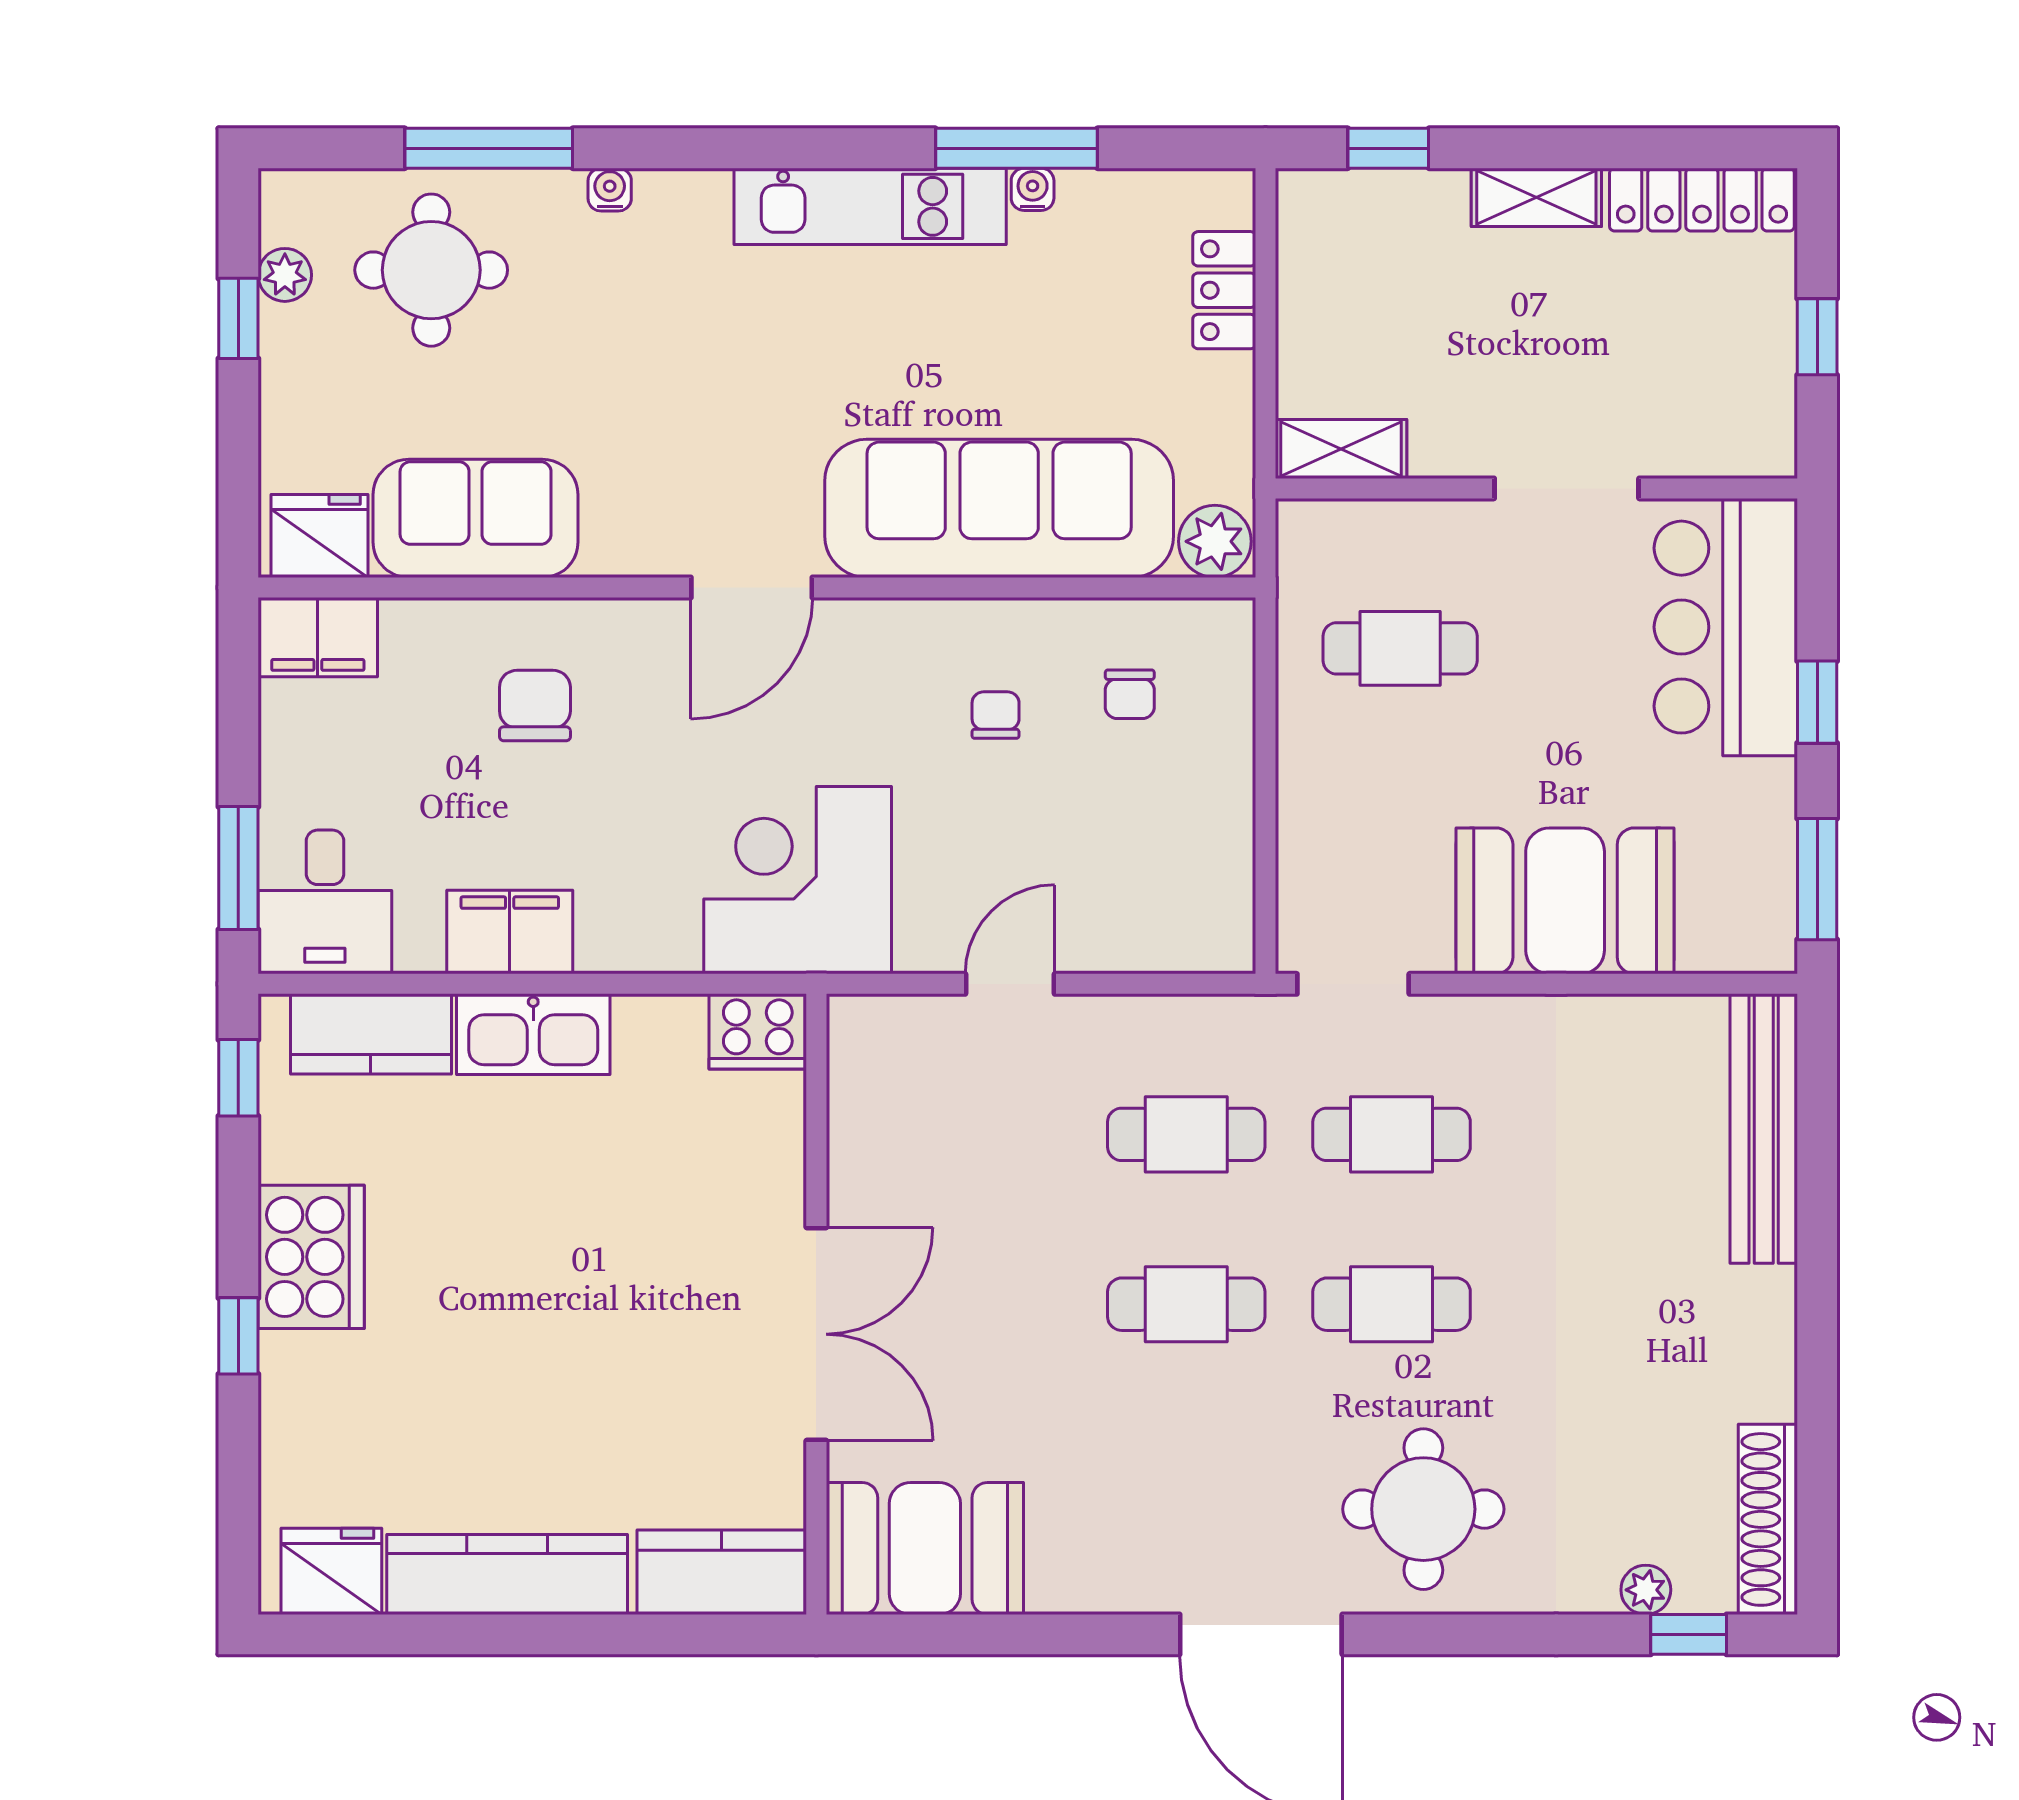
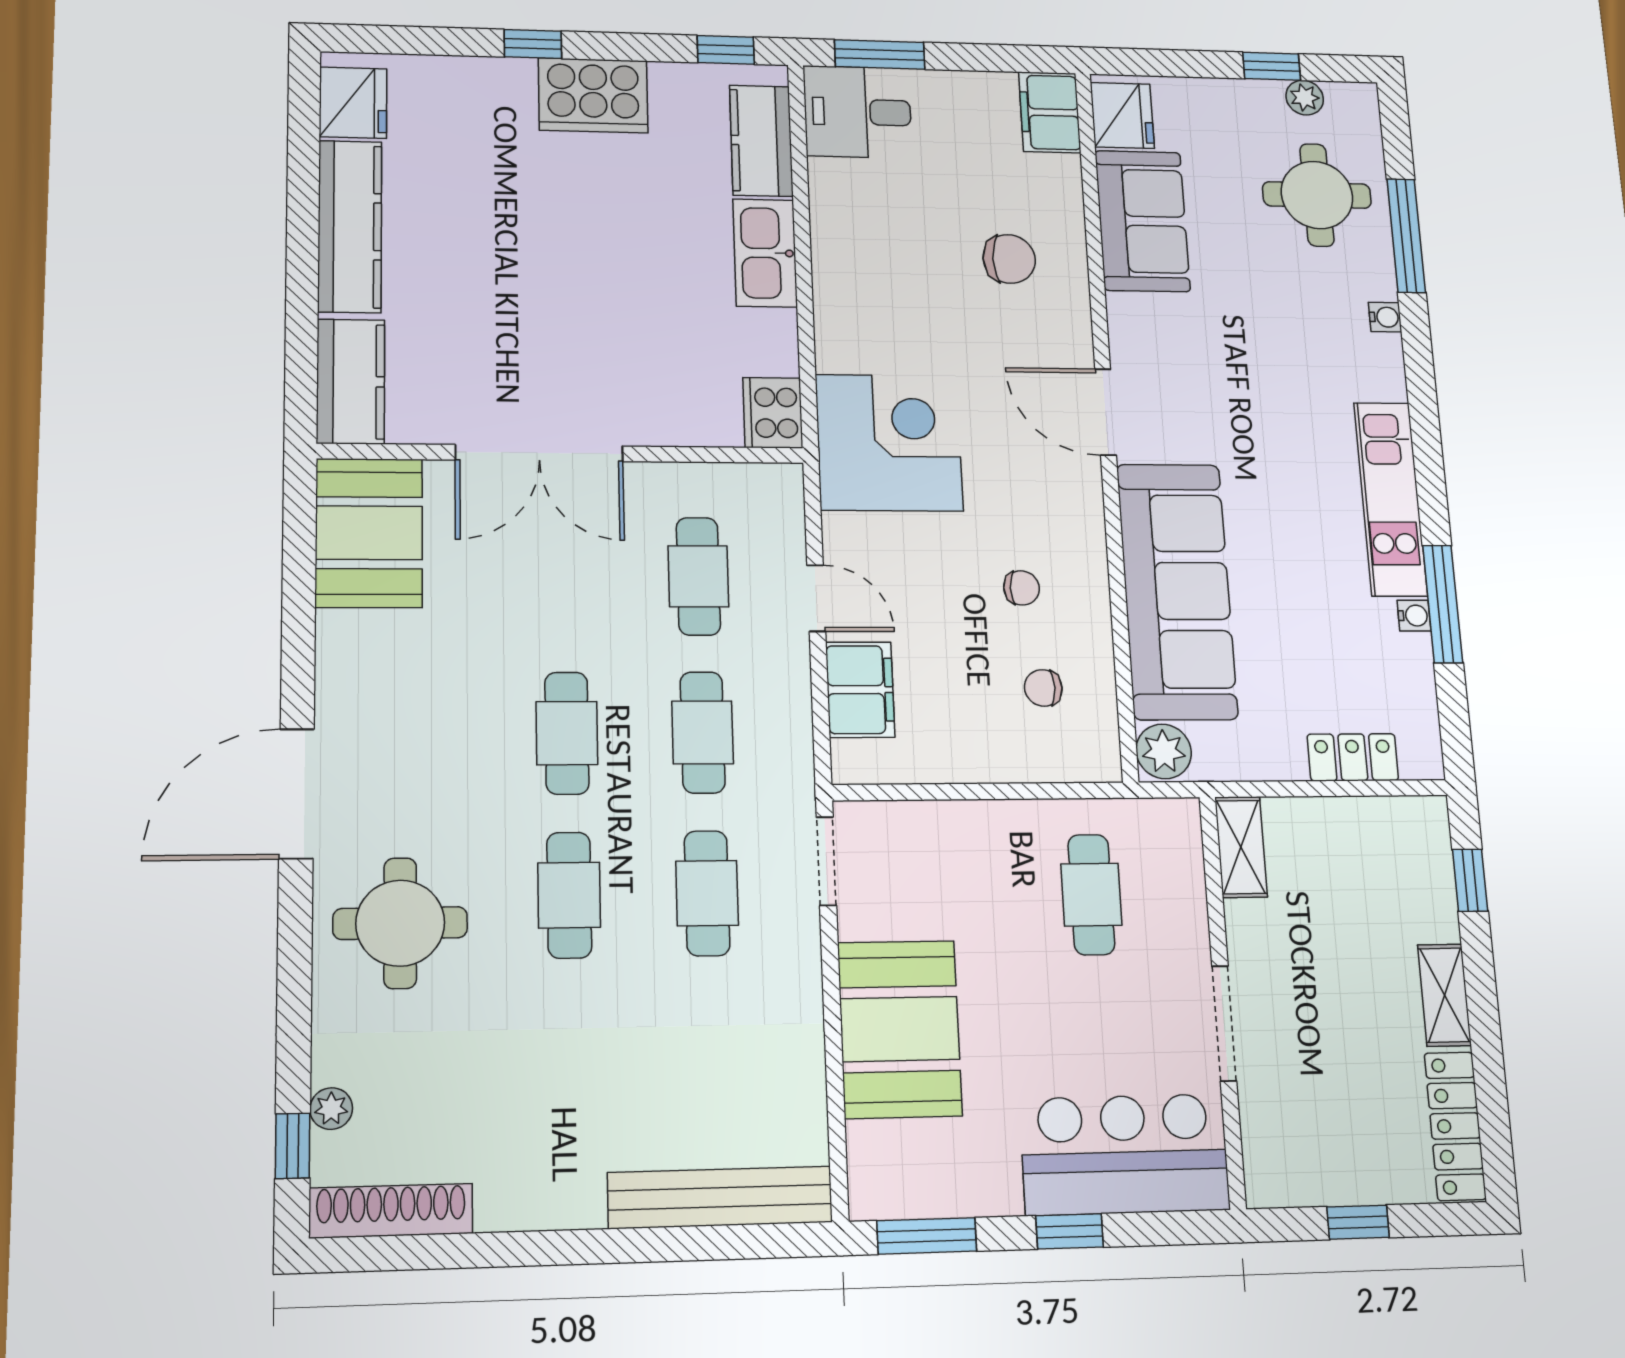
filing cabinet: (510, 932) -> (860, 690), moved
cafe table: (981, 1134) -> (698, 576), added

